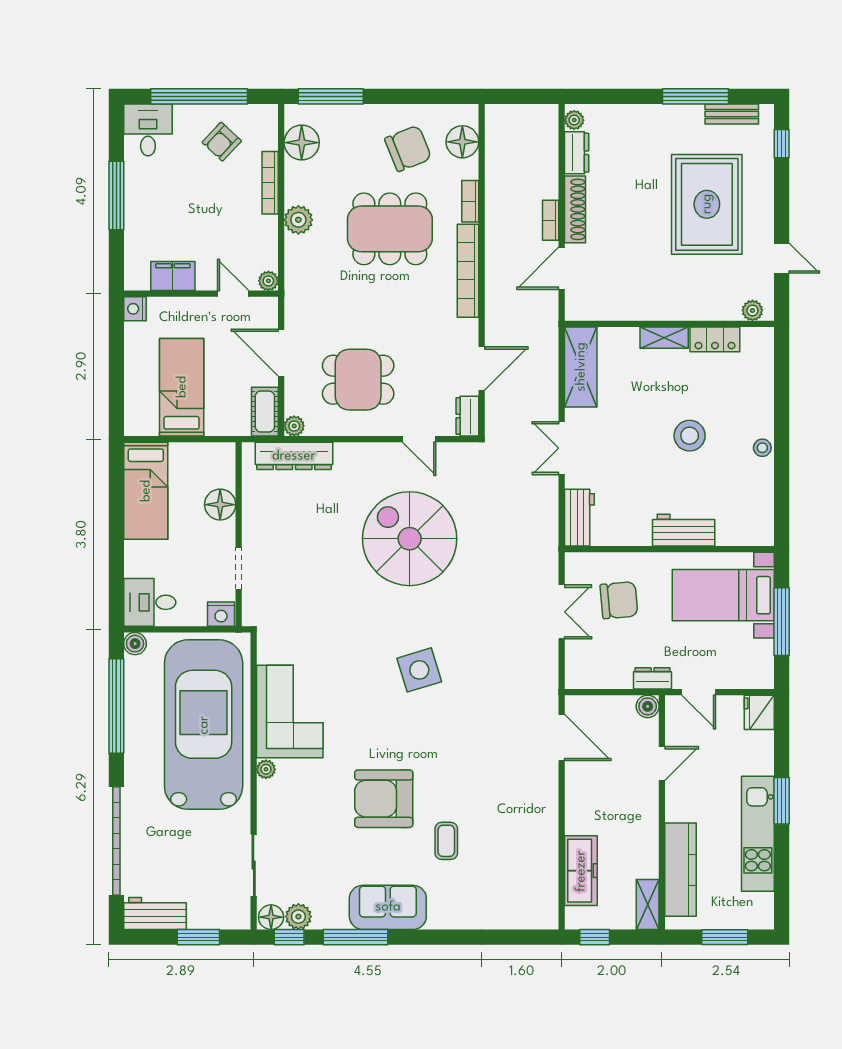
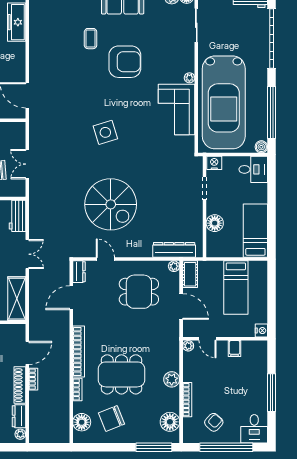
filing cabinet: (173, 276) -> (235, 349), width x0.50

